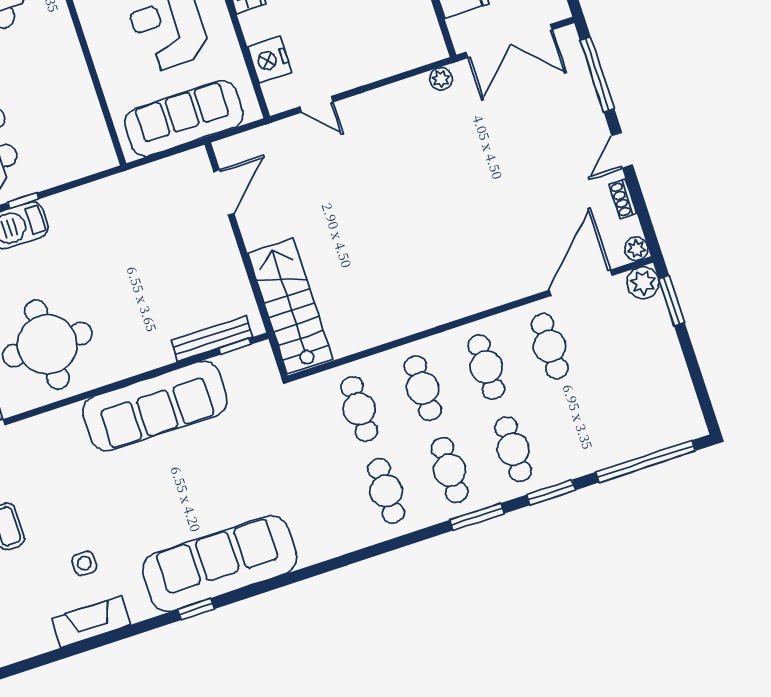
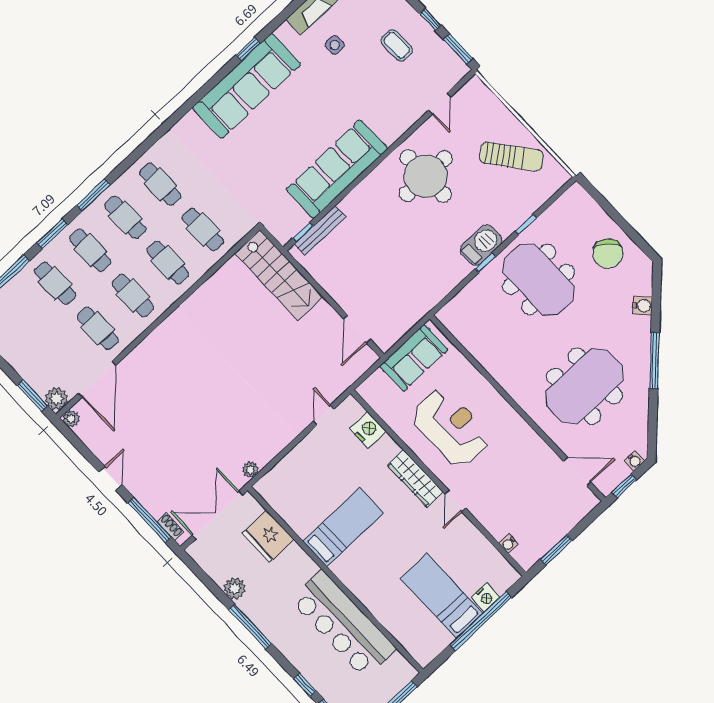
door: (316, 104) -> (324, 415), hinge flipped
sofa: (184, 118) -> (414, 358), width x0.73
shoe rack: (623, 199) -> (170, 527), moved
cafe table: (577, 428) -> (55, 283), added

